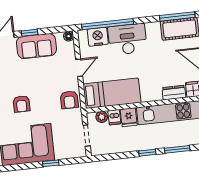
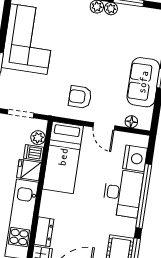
window: (108, 24) -> (144, 196), moved
floor lamp: (69, 36) -> (131, 122), moved
armchair: (69, 100) -> (80, 97), moved
armchair: (21, 104) -> (79, 46), removed

